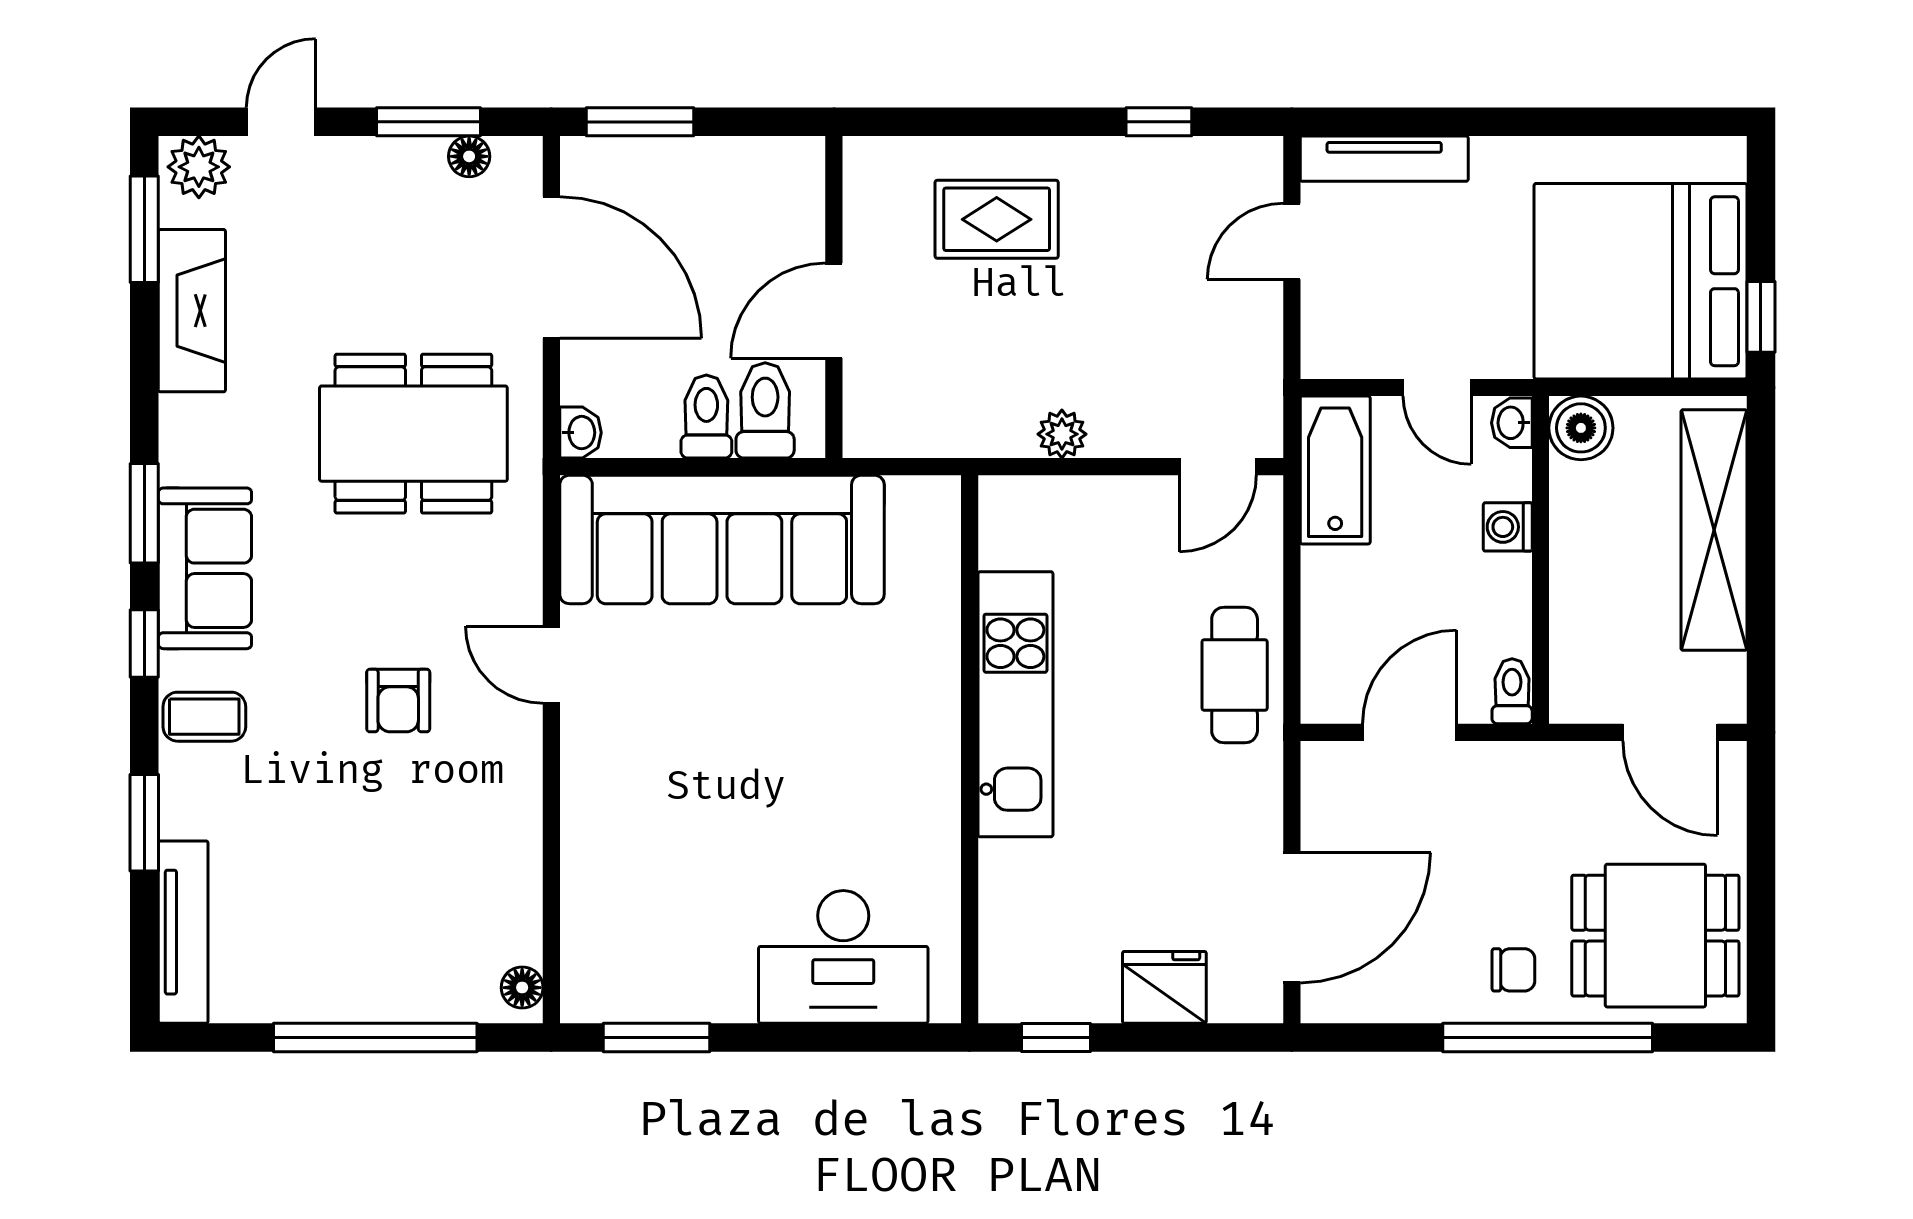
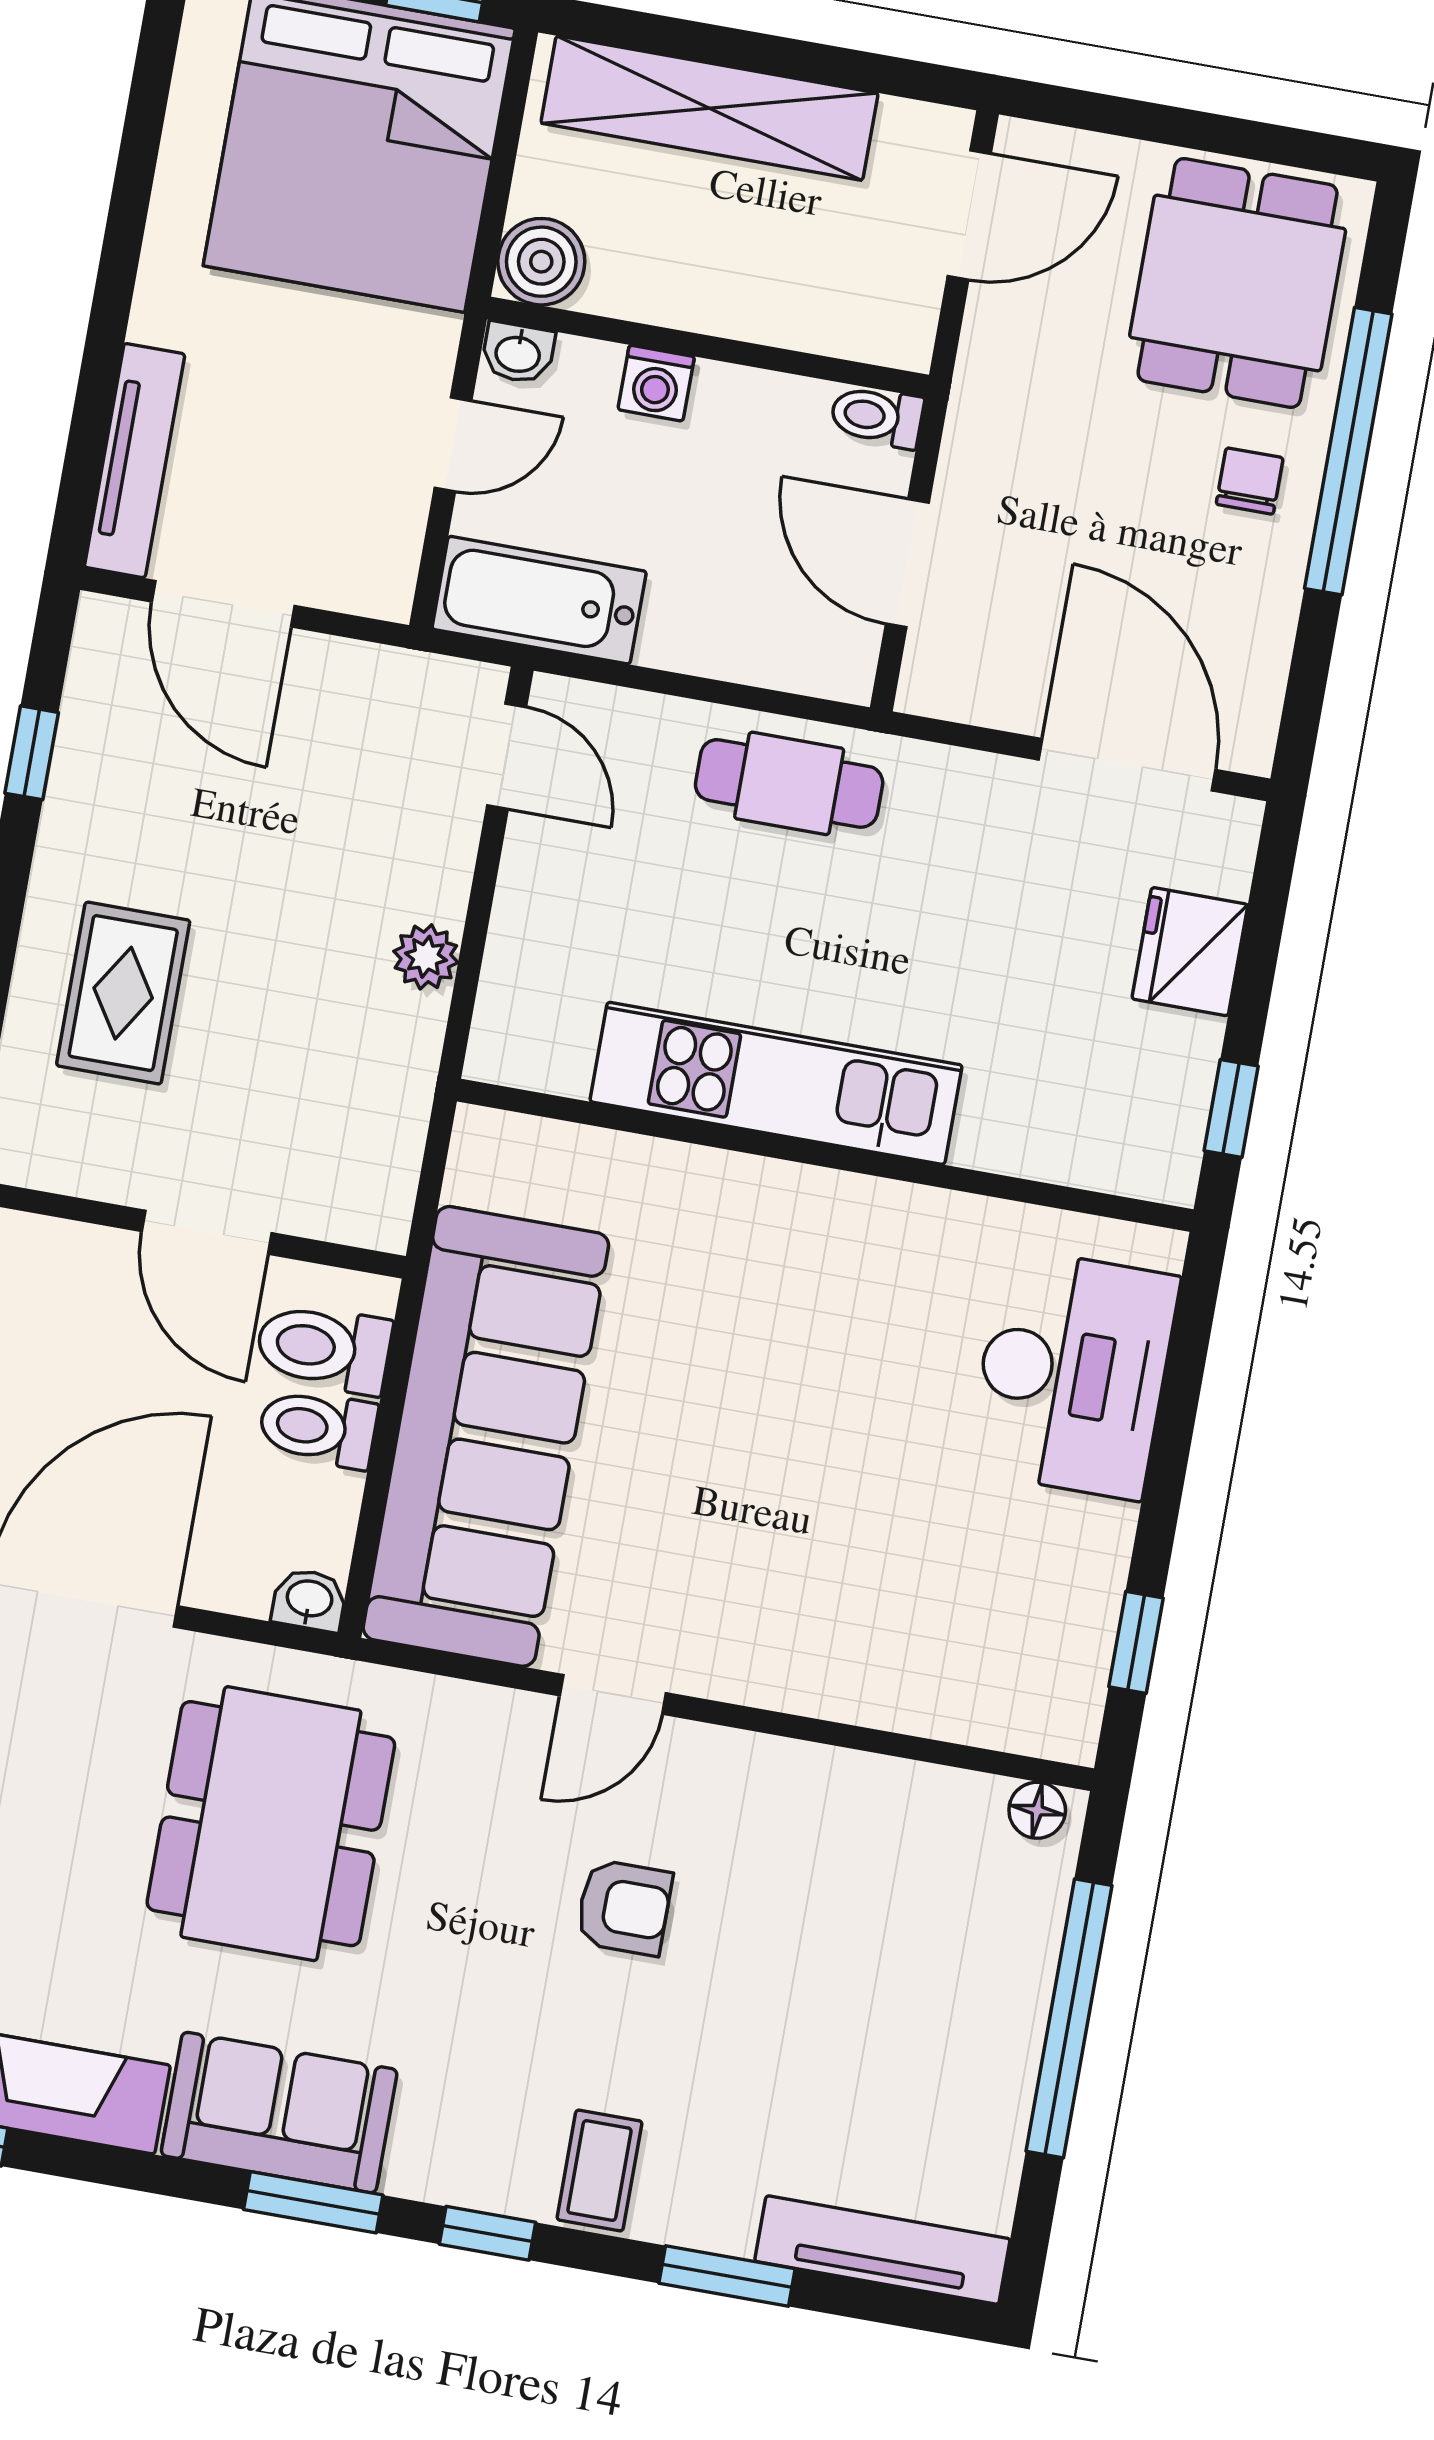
door: (1292, 241) -> (223, 604), width x1.38
sofa: (205, 568) -> (279, 2113), moved
window: (657, 1038) -> (1136, 1642), width x0.67

